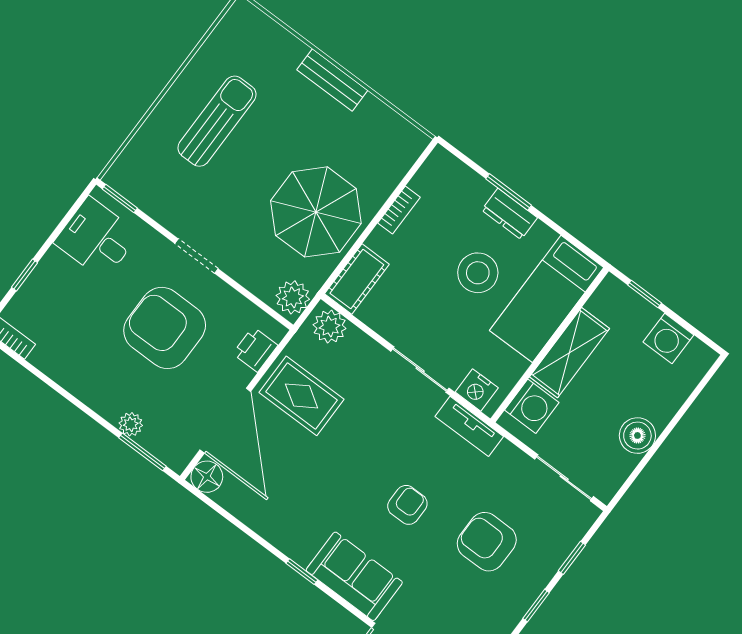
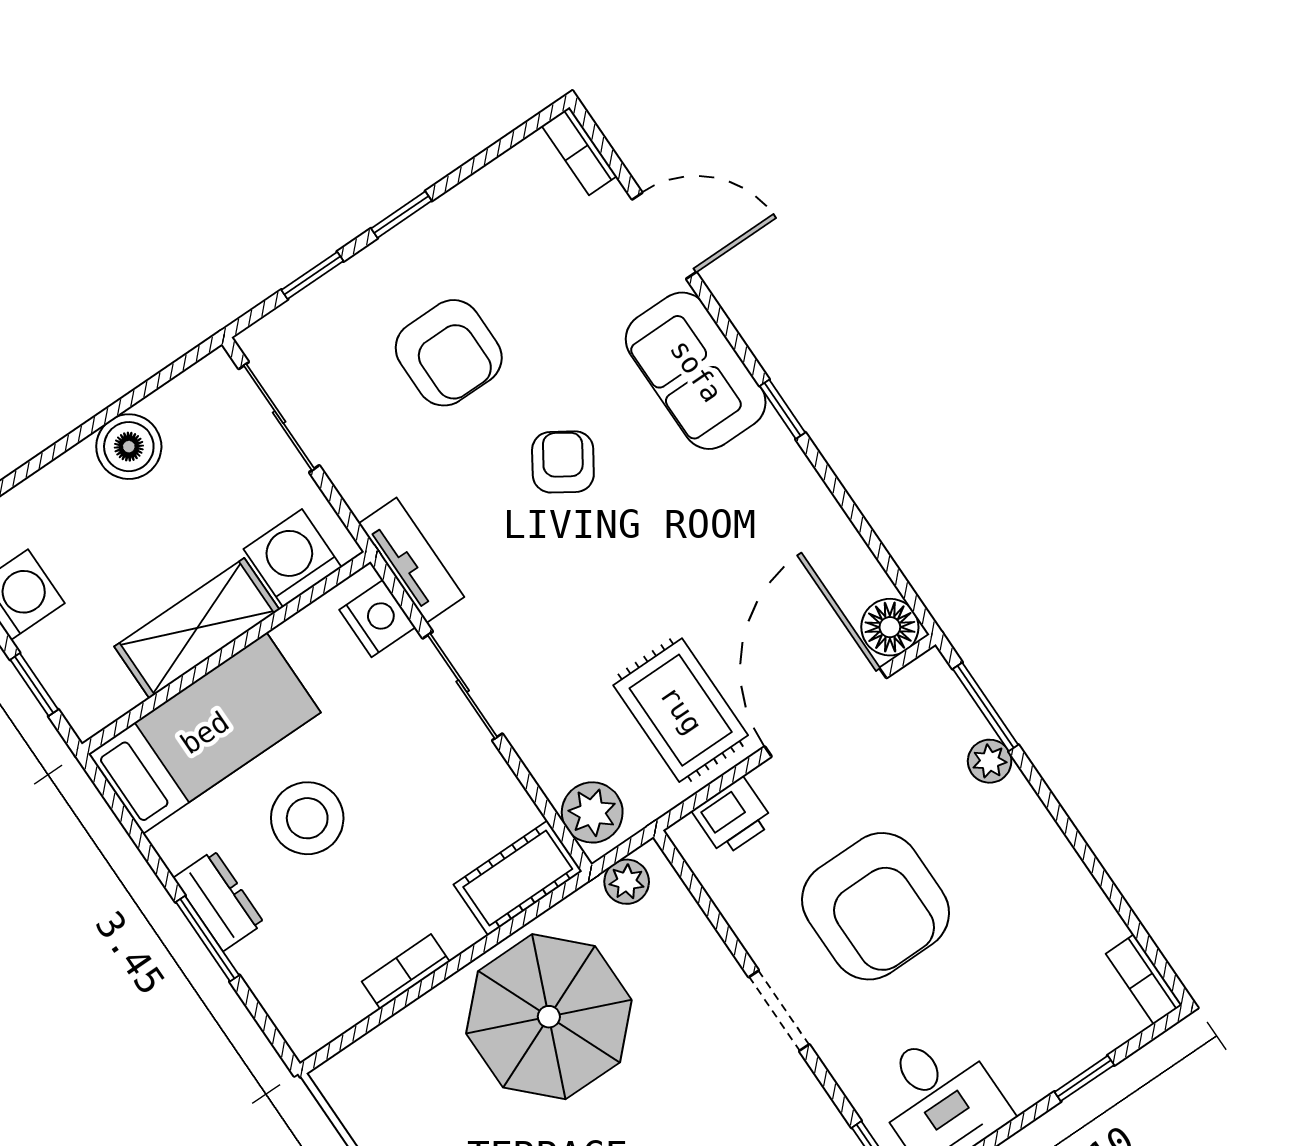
plant: (293, 297) -> (627, 882), width x0.73, depth x0.73
armchair: (407, 505) -> (563, 462), turned 123

